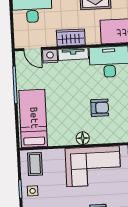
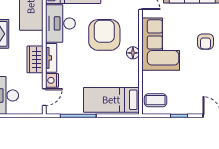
armchair: (100, 108) -> (104, 35), width x1.88, depth x1.88
side table: (33, 191) -> (181, 104), removed

